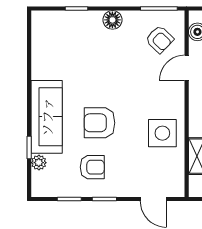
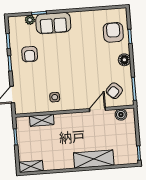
door: (187, 68) -> (97, 109), hinge flipped
sofa: (47, 117) -> (53, 23), width x0.73
armchair: (99, 123) -> (113, 32), moved
side table: (162, 133) -> (55, 97), width x0.54, depth x0.54

